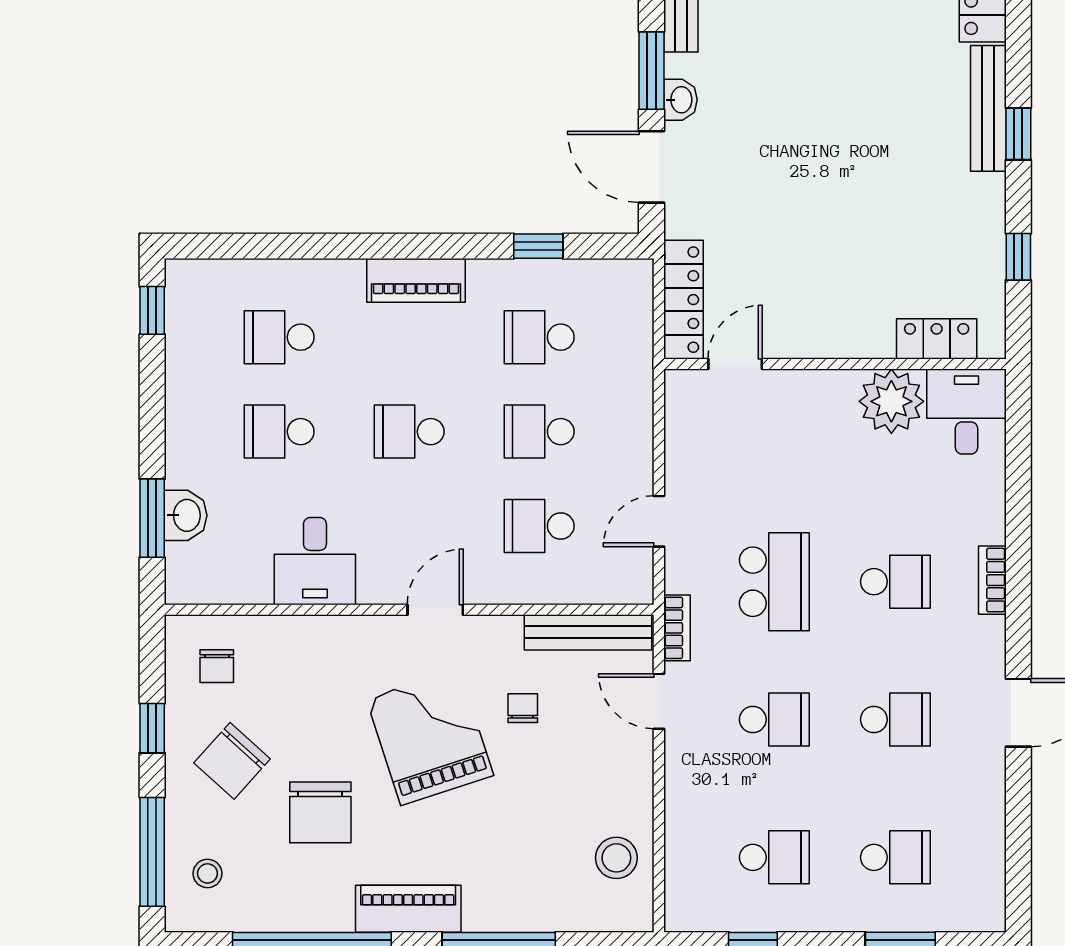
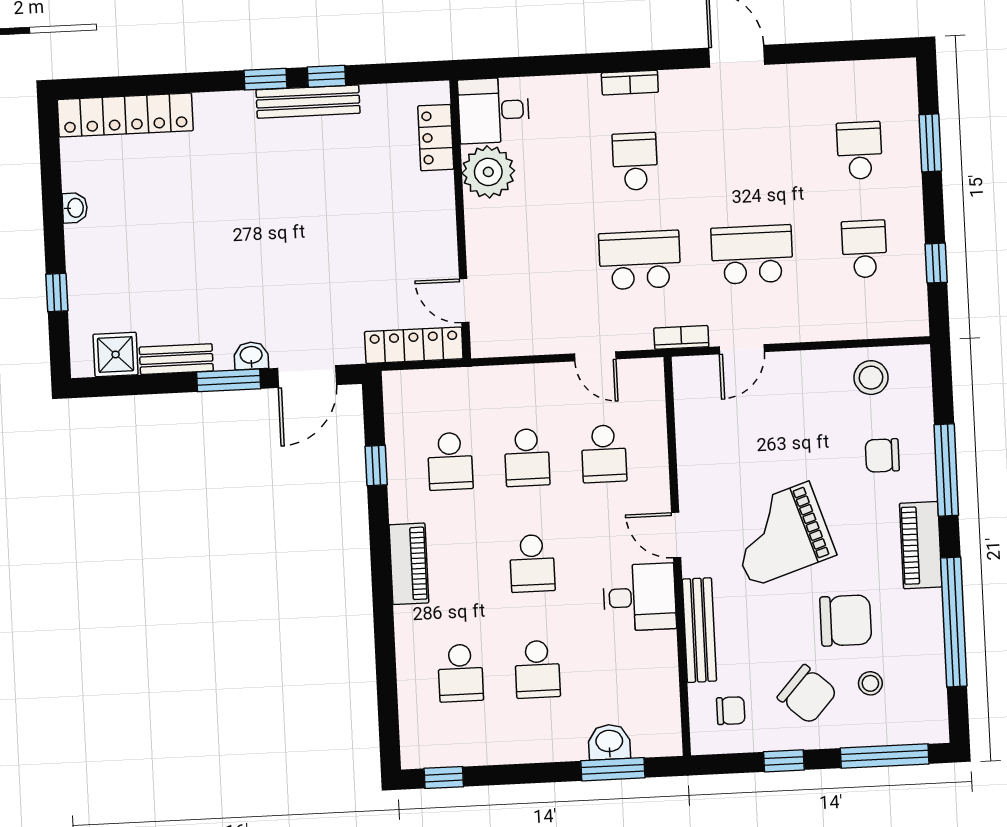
bench: (988, 108) -> (308, 102), moved
window: (1018, 257) -> (327, 76), moved
desk: (315, 561) -> (639, 597), moved
bench: (588, 632) -> (699, 630), moved
chair: (523, 708) -> (882, 455), moved, width x1.37, depth x1.37
school desk: (774, 720) -> (752, 255), width x1.85
school desk: (895, 720) -> (747, 156), removed
stool: (207, 873) -> (870, 683), moved

